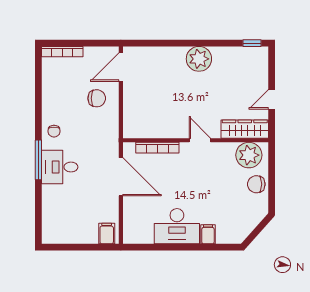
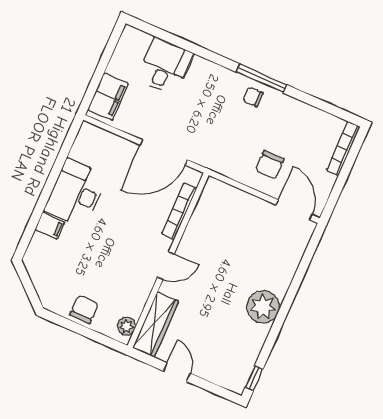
plant: (249, 155) -> (127, 326), width x0.53, depth x0.53
window: (38, 160) -> (261, 78), moved
desk: (60, 167) -> (165, 66), moved
filing cabinet: (107, 233) -> (108, 97), width x2.00

